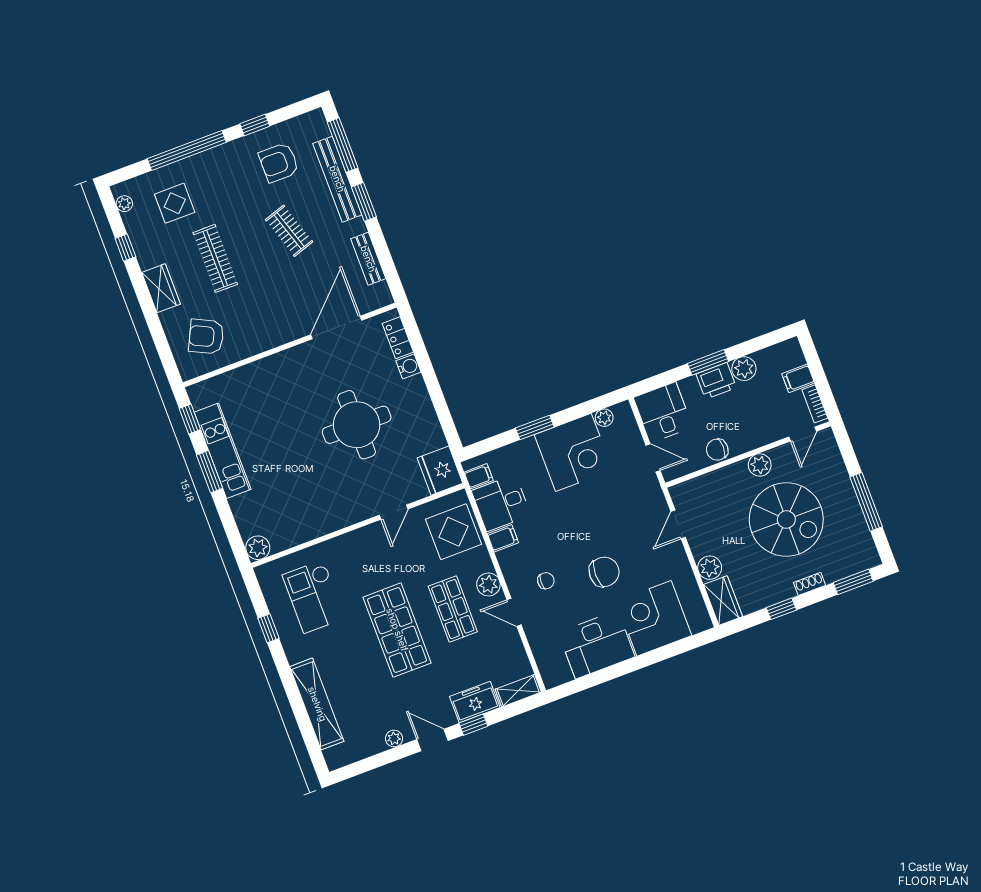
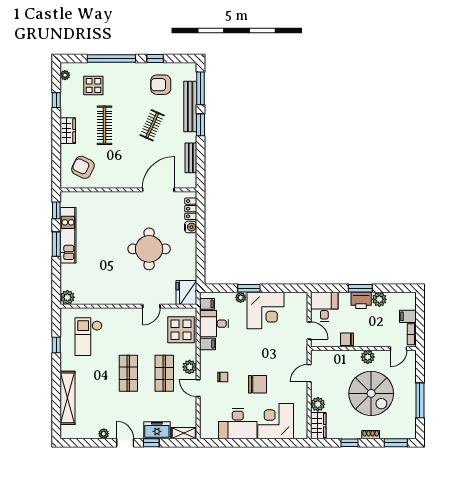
clothes rail: (289, 231) -> (152, 125), turned 42
plant: (604, 418) -> (241, 297), moved
shop shelf: (397, 630) -> (128, 373), width x0.70, depth x0.74

